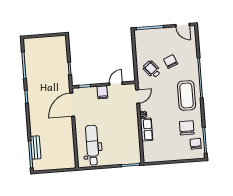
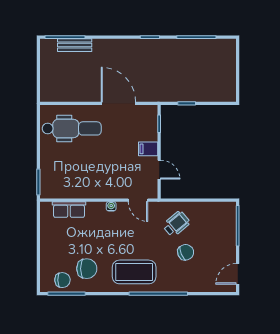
door: (72, 105) -> (118, 103), moved
row of seats: (147, 130) -> (69, 210), moved

